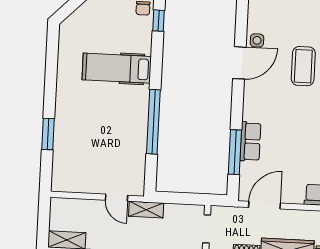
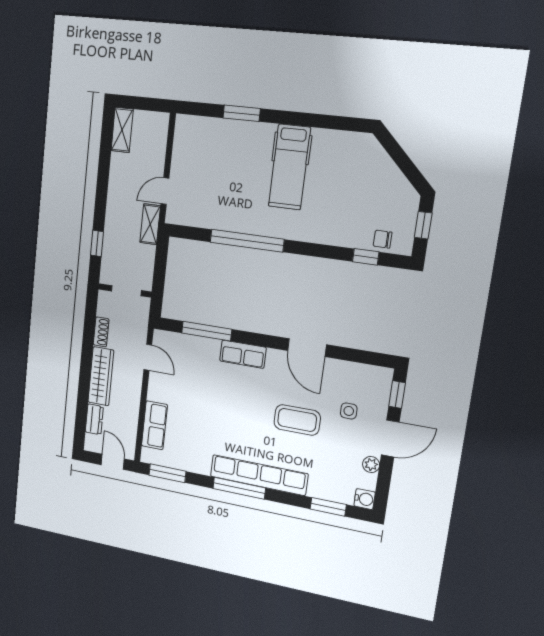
side table: (257, 40) -> (349, 411), moved
hospital bed: (117, 68) -> (289, 167), moved, turned 180
row of seats: (250, 141) -> (243, 354), moved
door: (264, 205) -> (148, 357), width x0.73

